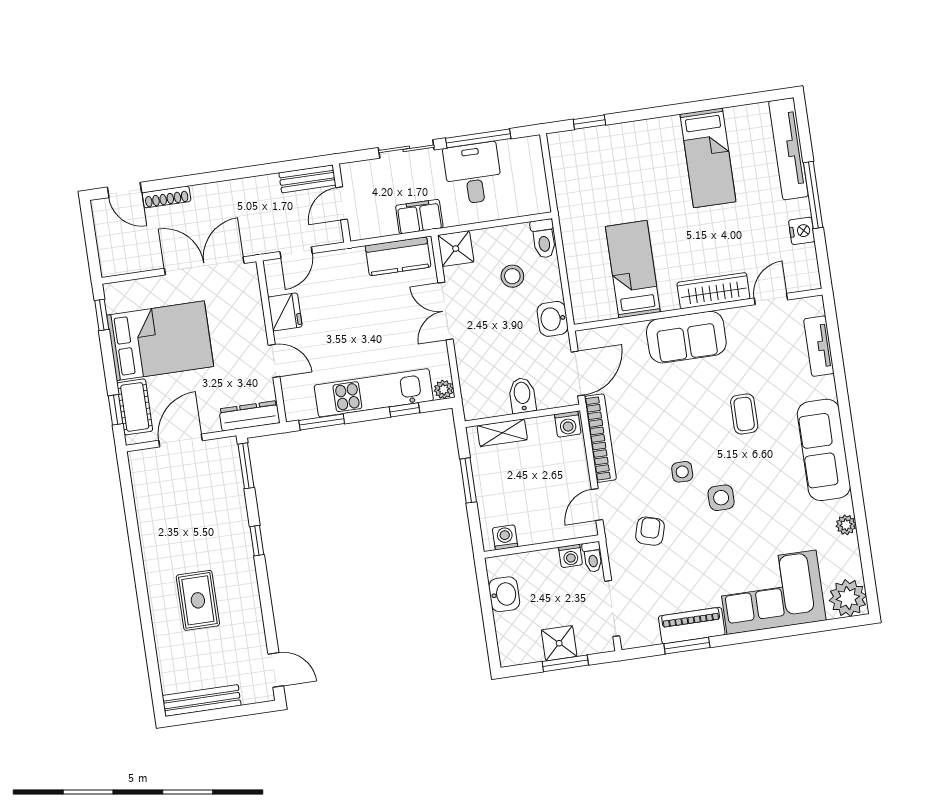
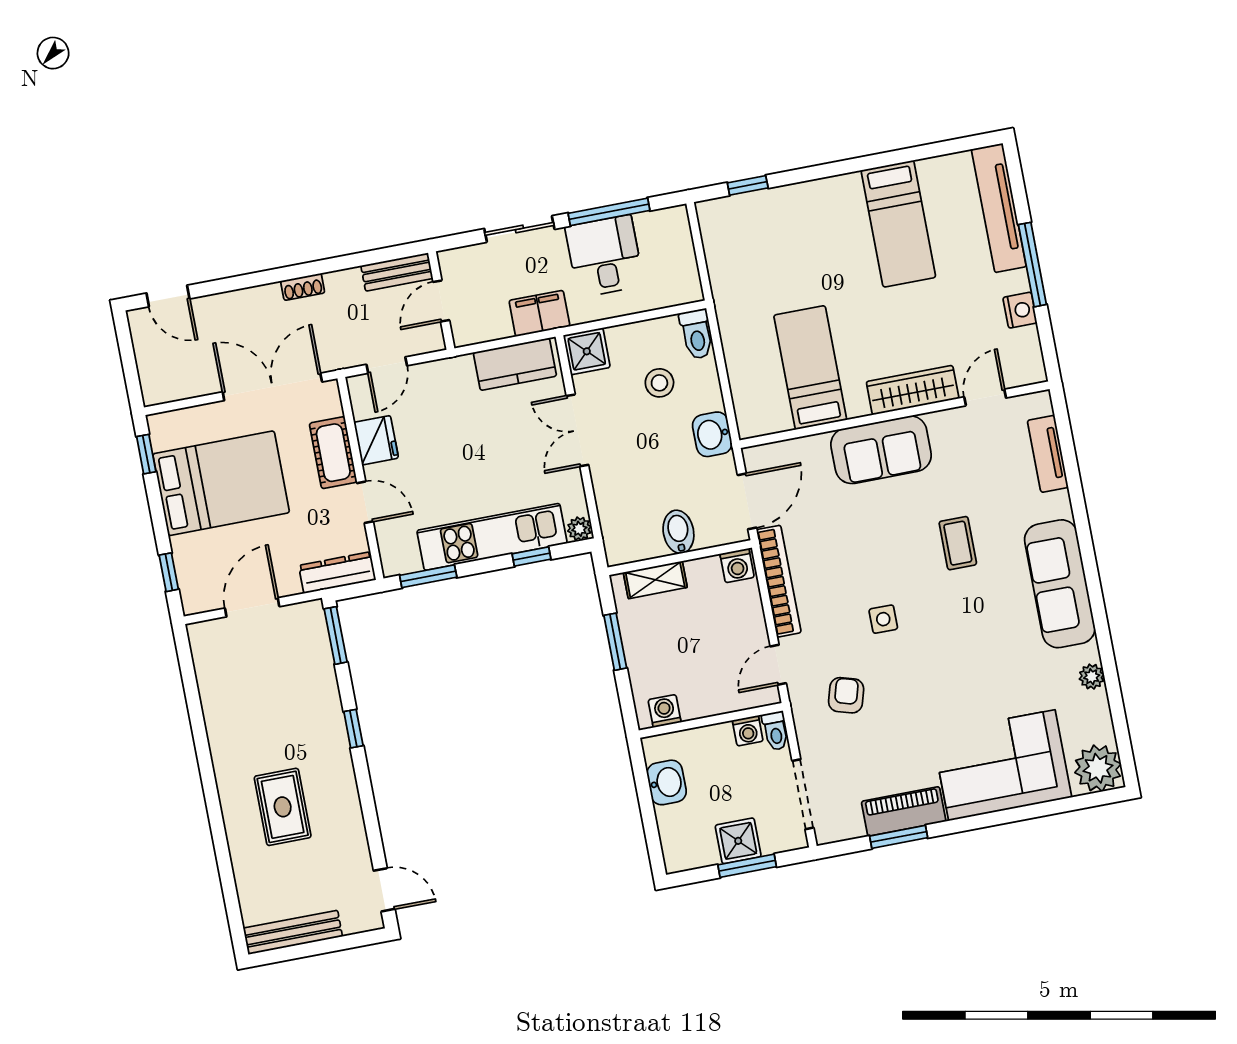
shoe rack: (166, 197) -> (303, 287), moved, width x0.70
cot: (135, 407) -> (333, 453), moved
side table: (721, 498) -> (933, 649), removed

